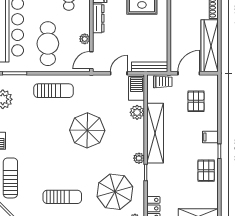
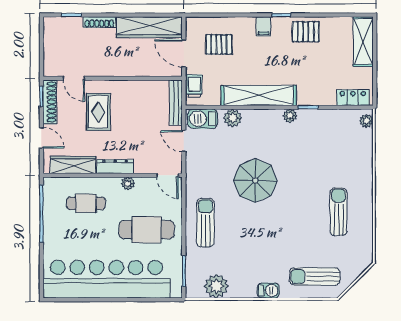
plant: (85, 39) -> (128, 184), moved
parasol: (115, 192) -> (332, 146), removed

